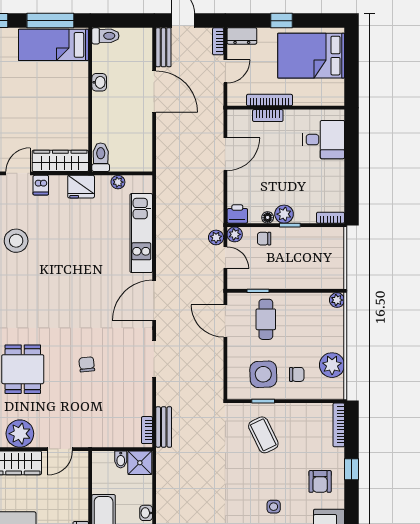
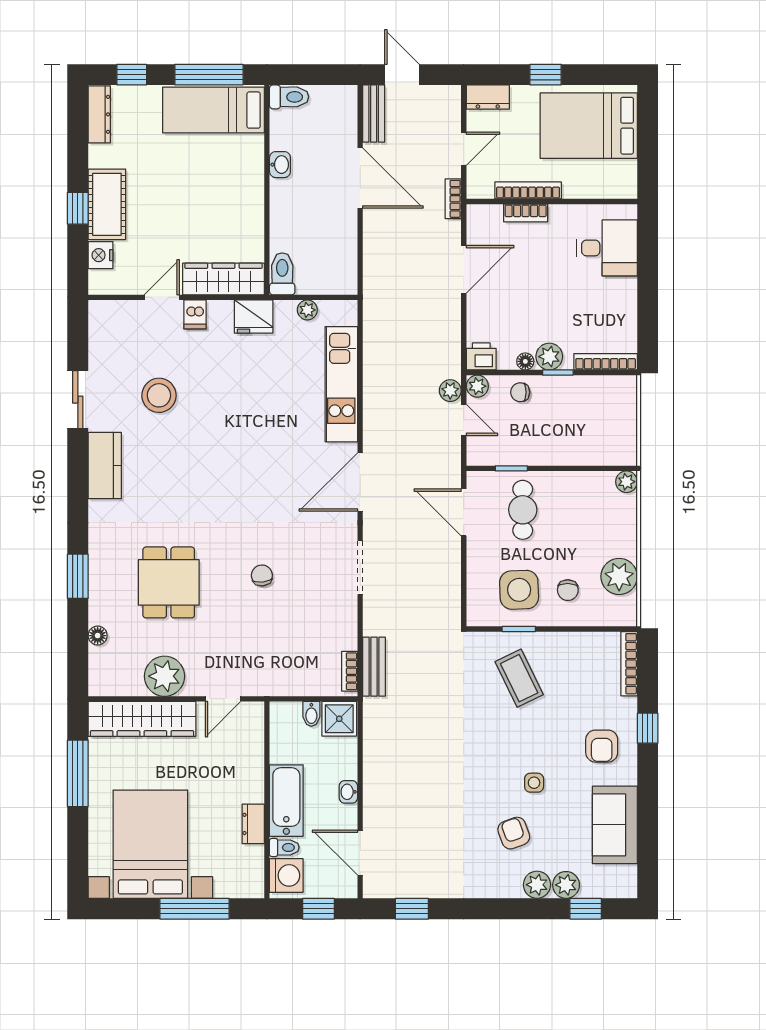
bookcase: (218, 41) -> (453, 199), moved
bookcase: (331, 218) -> (606, 362), width x1.56
chair: (297, 374) -> (568, 590), turned 91

